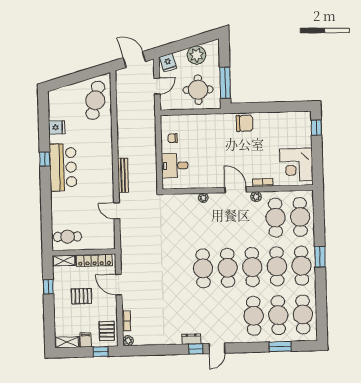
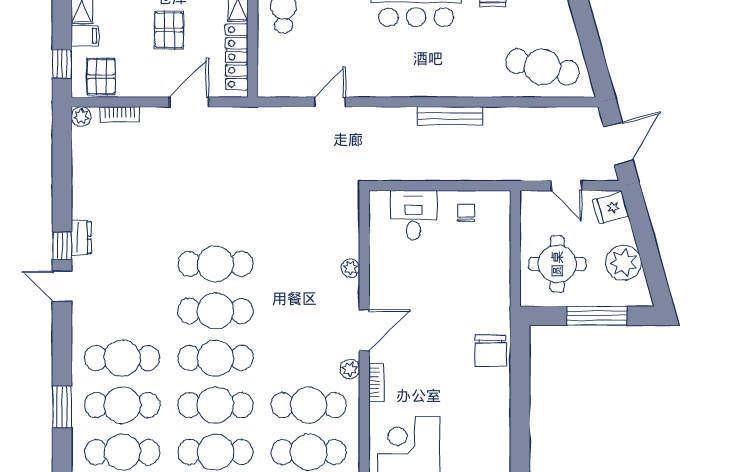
window: (225, 83) -> (597, 316), moved
bench: (123, 175) -> (450, 116), moved
pallet: (107, 331) -> (101, 77), turned 90

